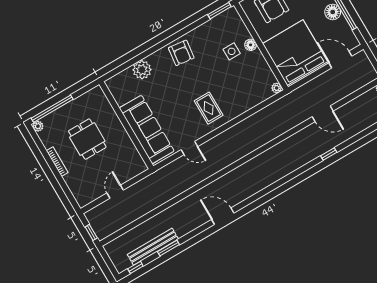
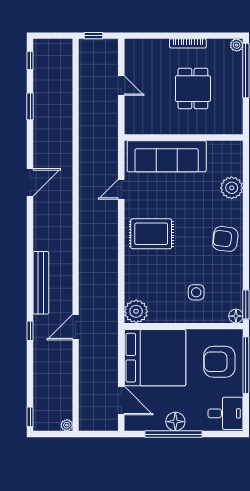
floor lamp: (251, 45) -> (236, 316), moved
door: (340, 59) -> (121, 400), hinge flipped
plant: (277, 88) -> (136, 311), width x1.88, depth x1.88
rug: (209, 108) -> (151, 234), width x1.36, depth x1.43
door: (323, 114) -> (76, 327), moved
dining table: (87, 139) -> (193, 89), turned 90
bench: (153, 247) -> (41, 283), moved

